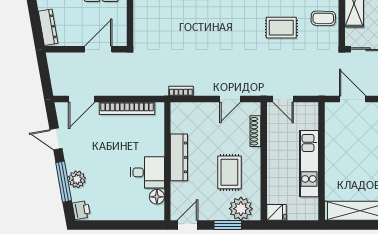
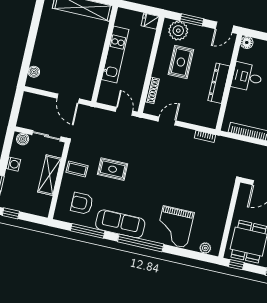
floor lamp: (157, 197) -> (247, 43), moved

